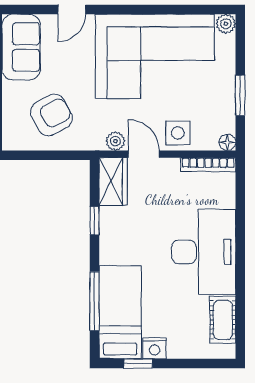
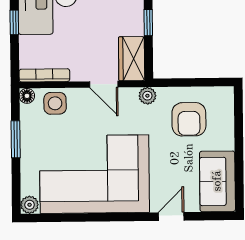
armchair: (51, 115) -> (189, 119), turned -62
side table: (178, 133) -> (55, 103), moved
plant: (115, 141) -> (147, 96), moved
window: (240, 222) -> (14, 22), added

